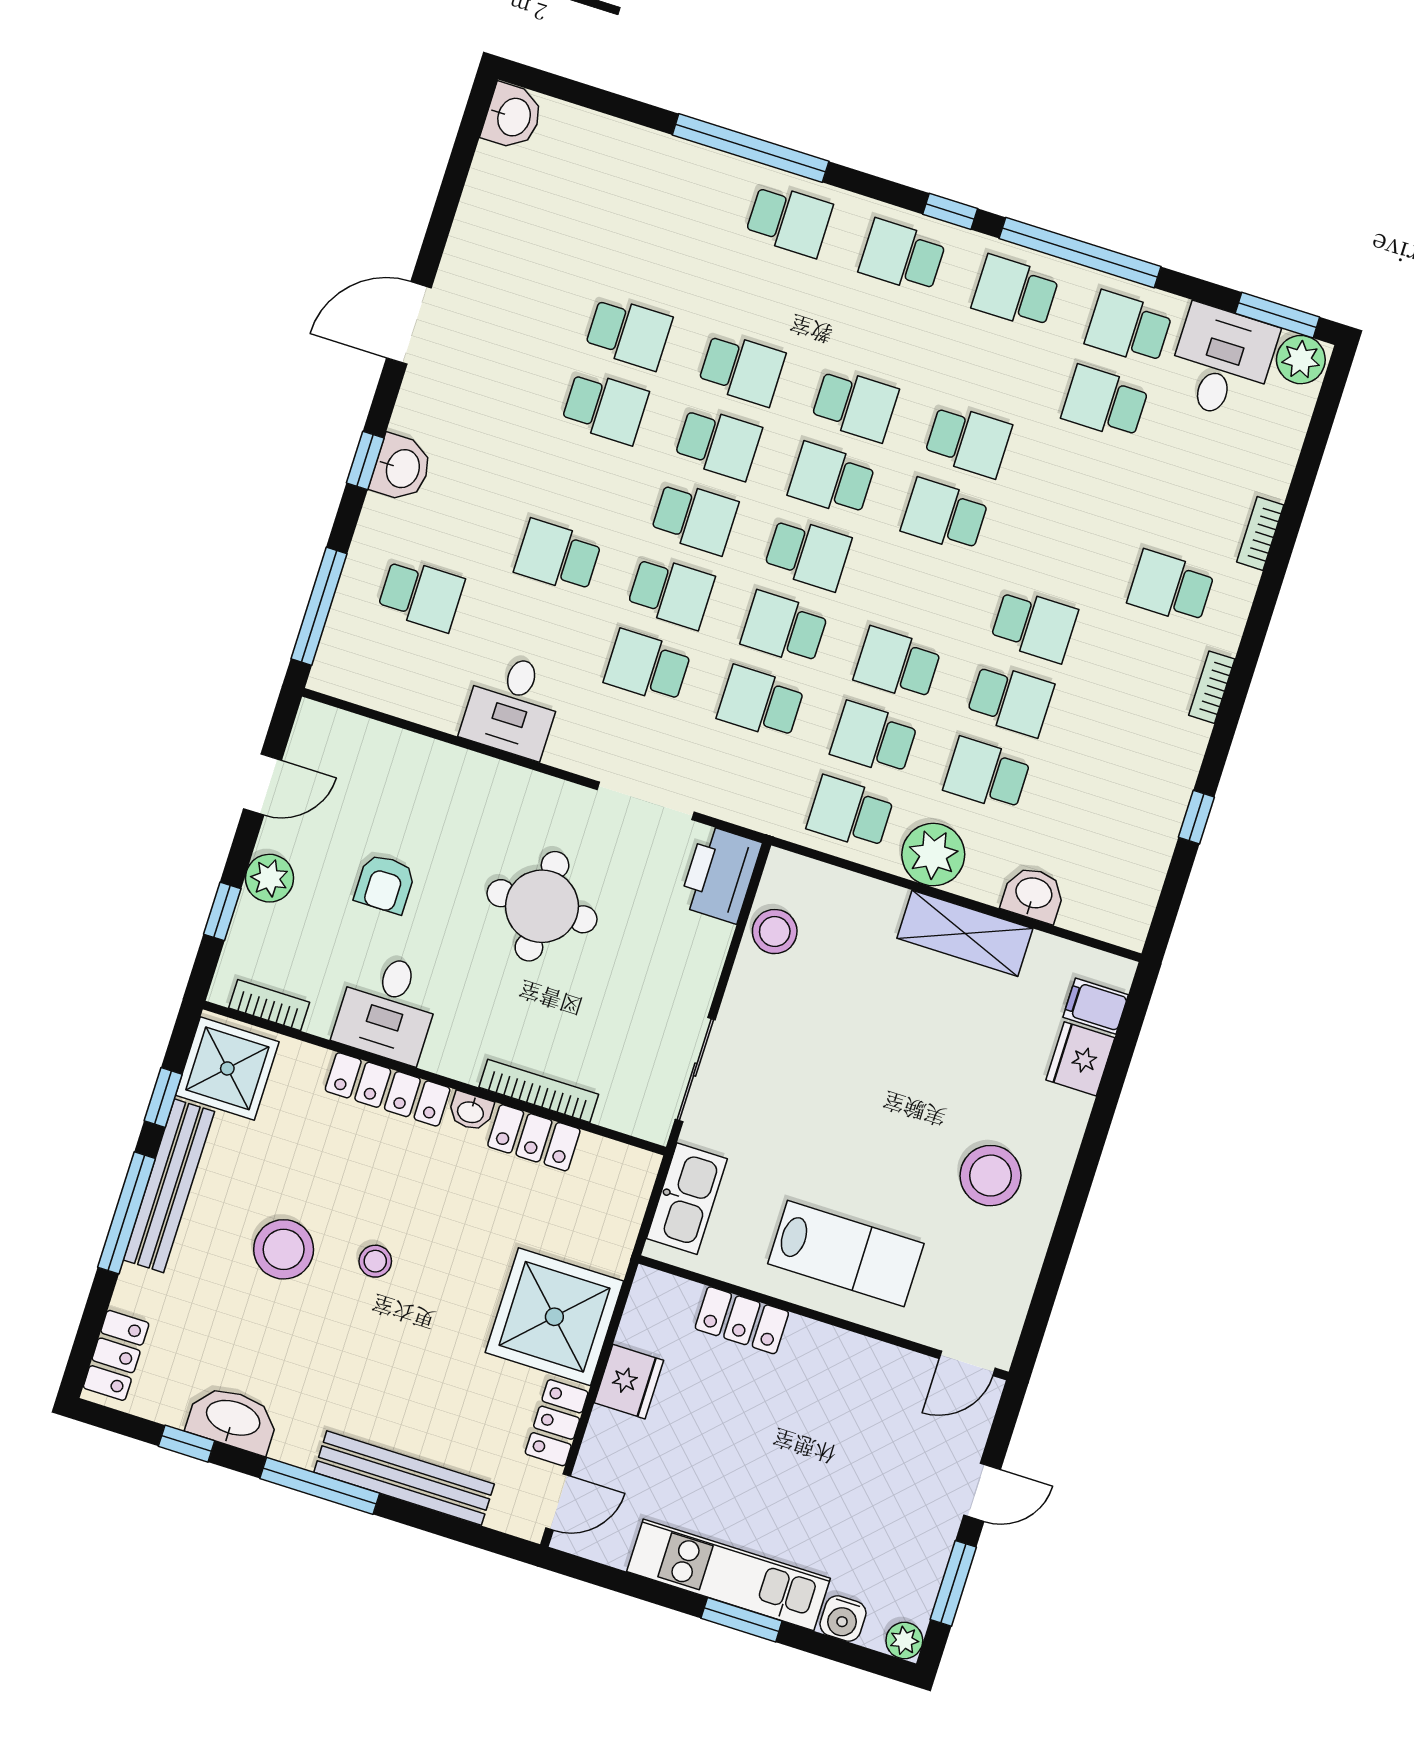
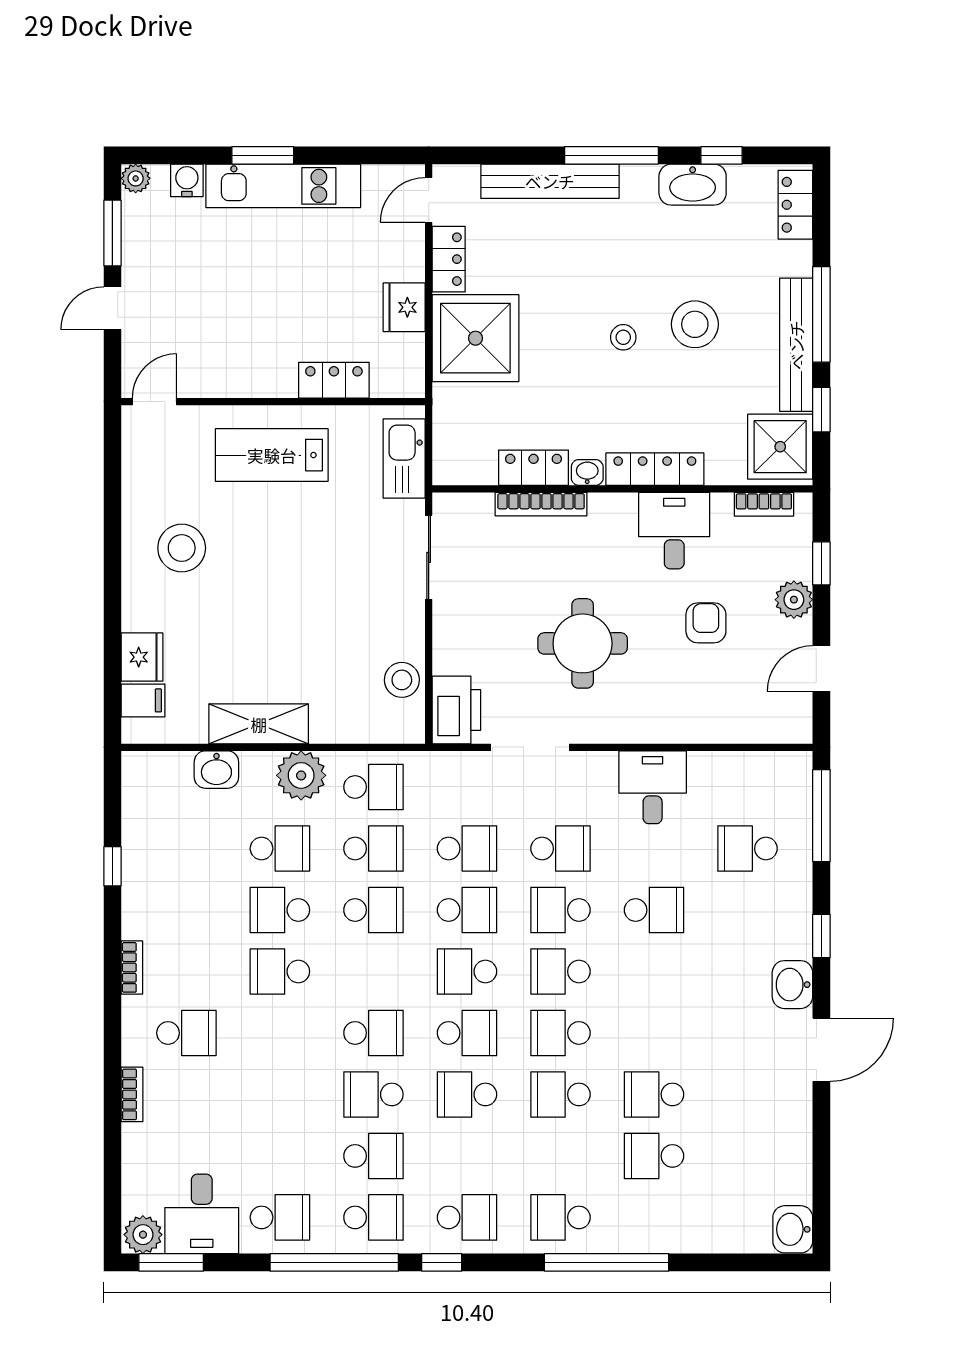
school desk: (1105, 402) -> (373, 1156), moved
school desk: (605, 407) -> (654, 1156), moved
washbasin: (401, 468) -> (792, 985), moved

